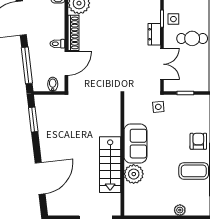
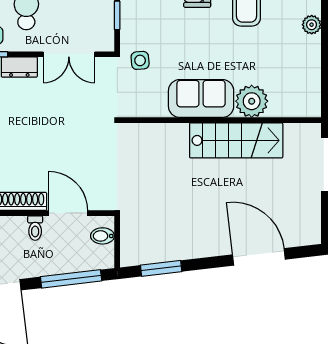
double door: (162, 64) -> (69, 54), swing flipped

